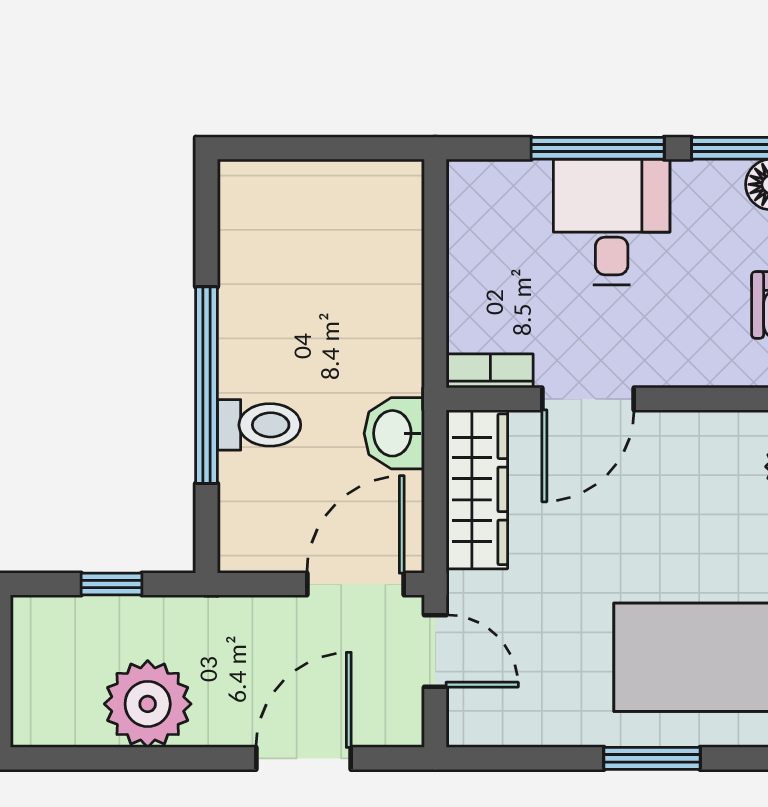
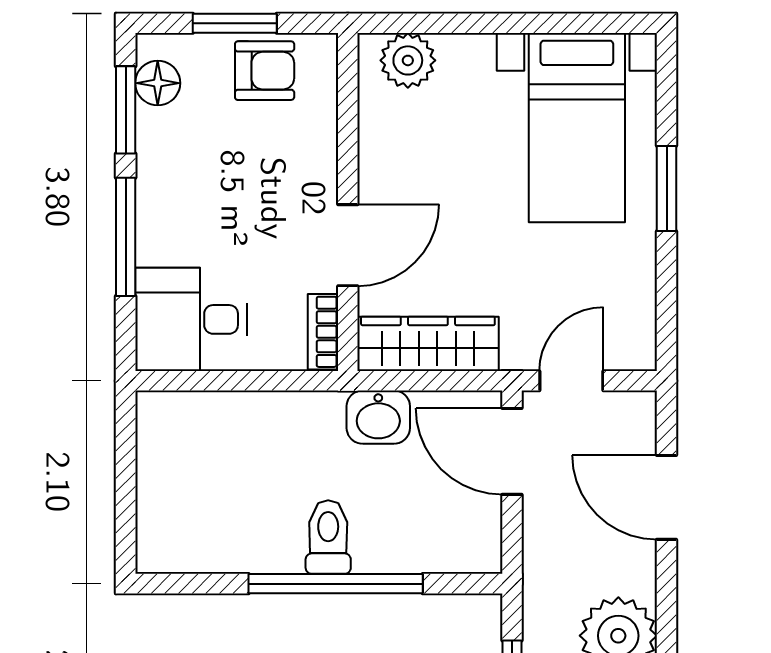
desk: (612, 222) -> (191, 319), moved
door: (588, 399) -> (348, 245), hinge flipped
toilet: (259, 425) -> (328, 537), moved

